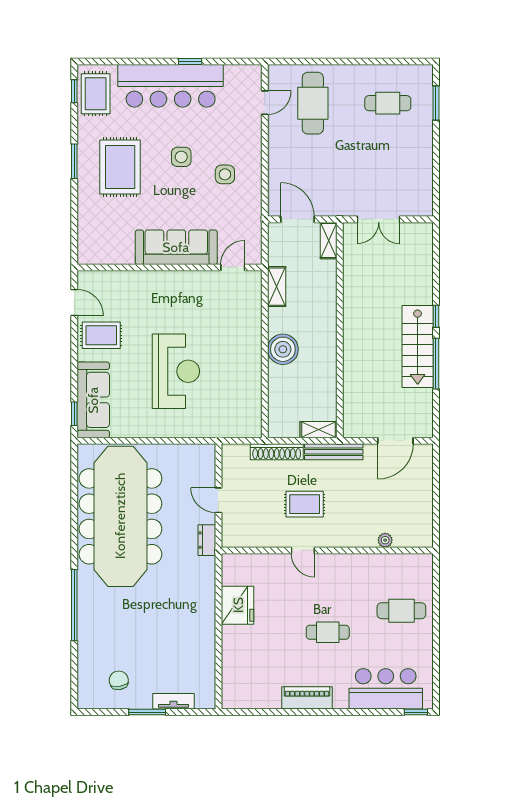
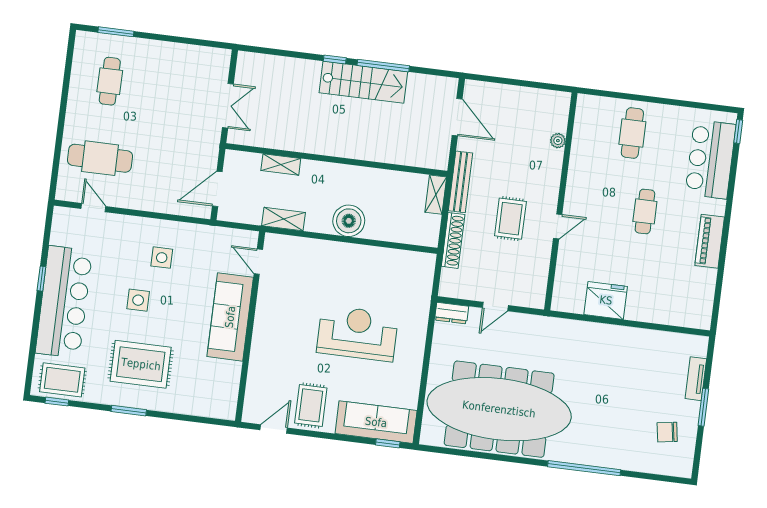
shelving: (329, 241) -> (281, 165), moved
dresser: (207, 540) -> (452, 313), moved

